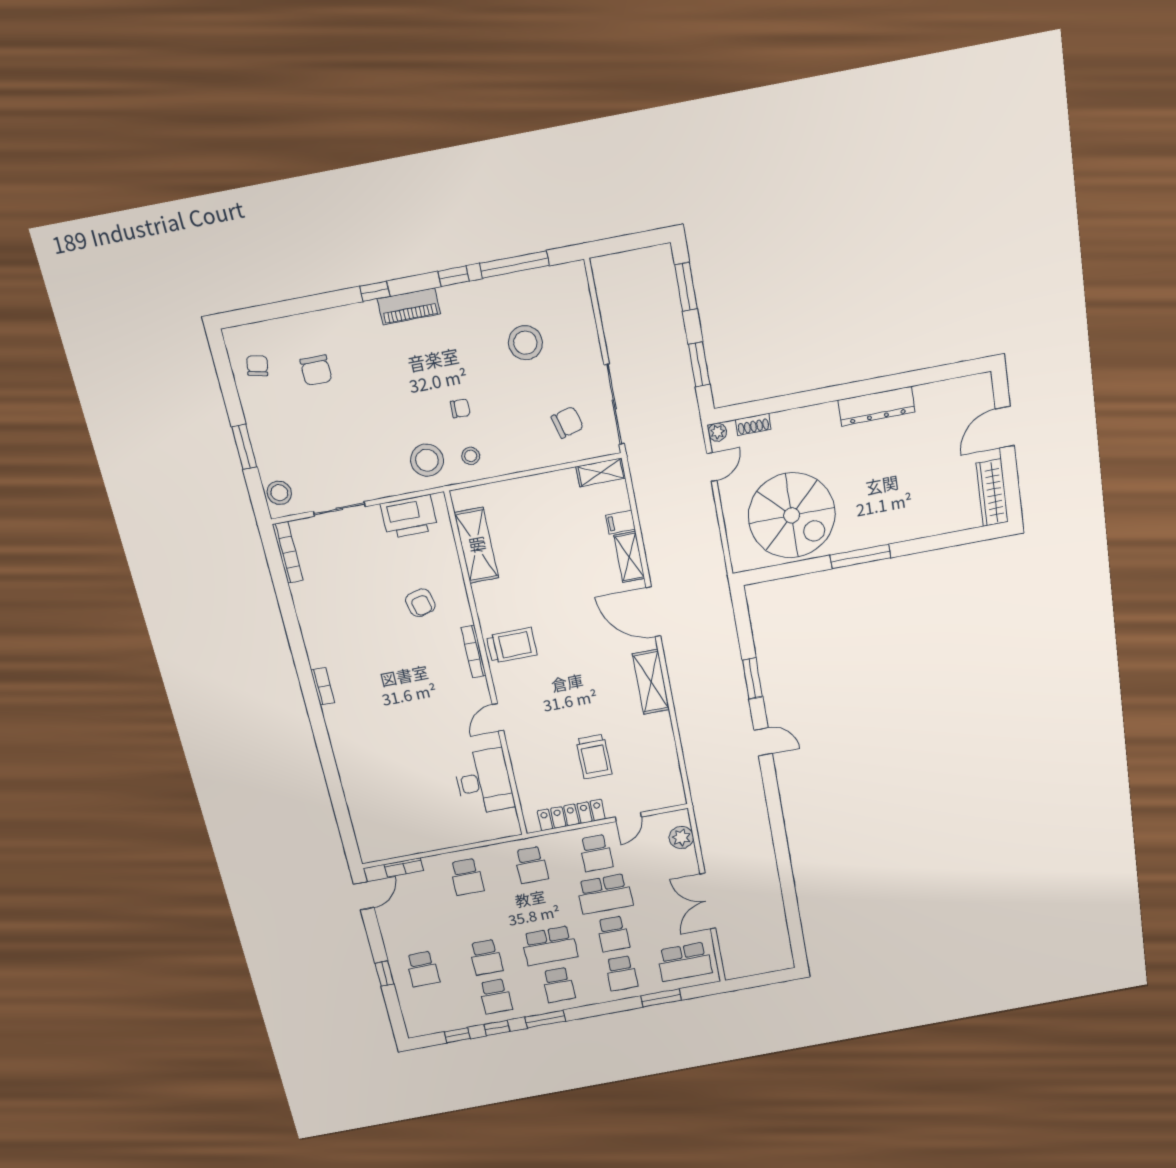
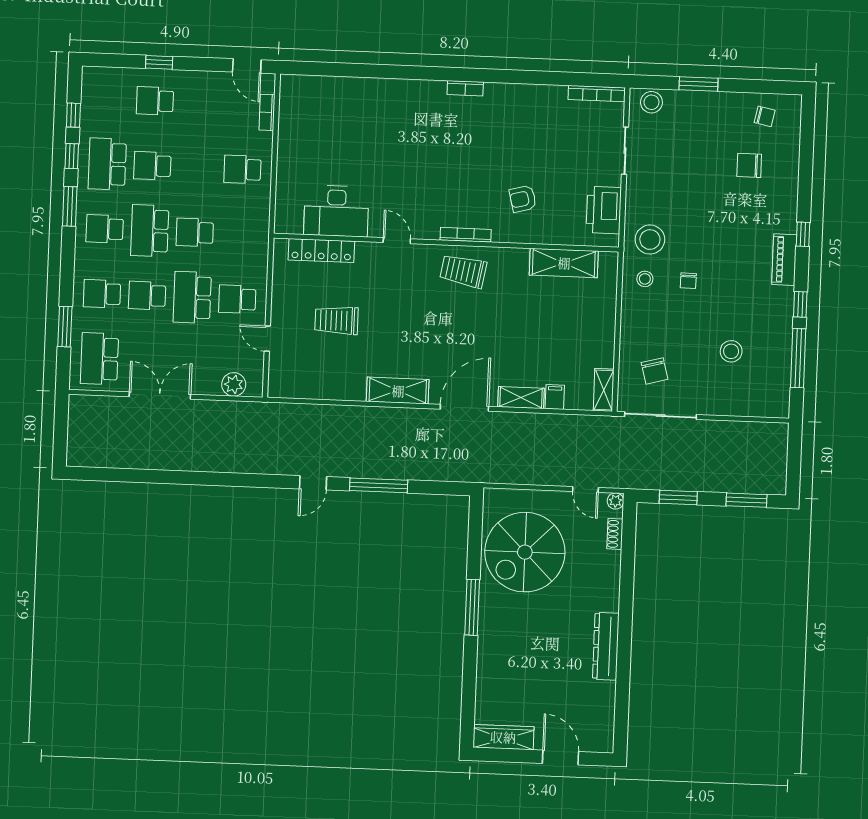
stool: (525, 343) -> (731, 351), width x0.73, depth x0.73
trolley: (512, 645) -> (463, 271), turned 100
window: (752, 678) -> (379, 485), width x1.44
locker: (571, 815) -> (321, 251), moved, turned 90
school desk: (531, 865) -> (195, 232), moved
school desk: (496, 996) -> (107, 164), width x1.85

